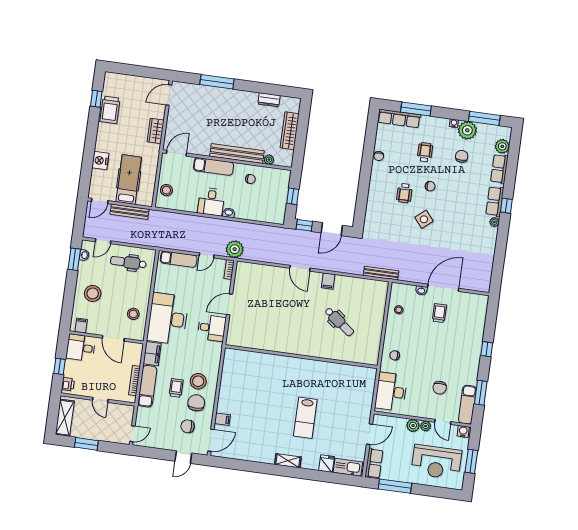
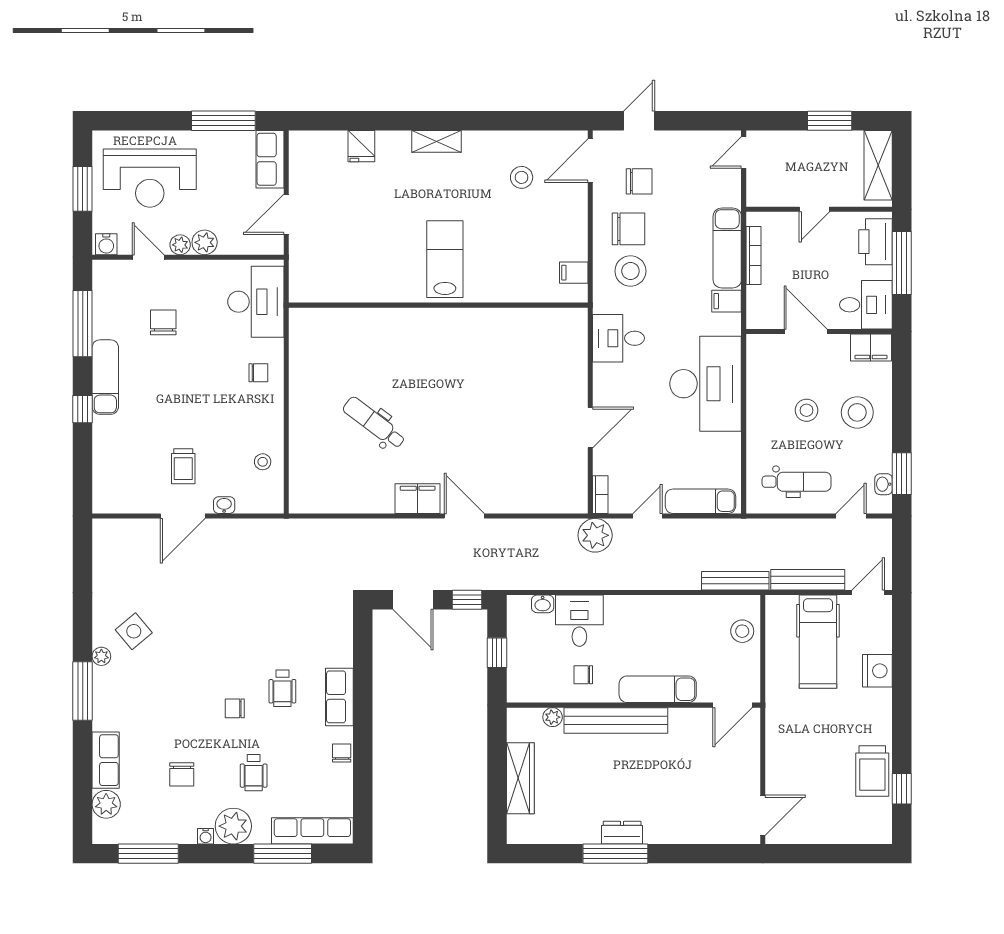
window: (217, 82) -> (615, 854), moved
dresser: (269, 100) -> (622, 833), moved
trolley: (110, 110) -> (872, 771), turned 180
plant: (467, 130) -> (233, 826), moved
wardrobe: (156, 131) -> (779, 743), removed
wheelchair: (404, 193) -> (282, 688), turned 180
row of seats: (495, 201) -> (339, 697), moved, turned 180
desk: (211, 202) -> (579, 621), moved
window: (506, 206) -> (83, 691), width x2.17
washbasin: (229, 213) -> (543, 604), moved
side table: (424, 219) -> (134, 631), moved
door: (332, 229) -> (413, 600), swing flipped
bench: (381, 273) -> (735, 581), moved
filing cabinet: (328, 281) -> (418, 499), width x2.00
door: (443, 288) -> (183, 516), width x0.73
stool: (133, 314) -> (807, 410), moved
filing cabinet: (81, 326) -> (871, 347), width x2.00
desk: (212, 328) -> (619, 338), moved
filing cabinet: (152, 354) -> (727, 301), width x0.50
wall: (301, 357) -> (438, 305), moved
window: (60, 366) -> (902, 263), width x2.17
printer: (68, 384) -> (876, 242), width x1.87, depth x1.48
trolley: (176, 388) -> (671, 252), removed
window: (481, 393) -> (83, 324), width x1.44
door: (100, 400) -> (814, 209), swing flipped
chair: (196, 403) -> (629, 229), turned -90
exam couch: (467, 405) -> (105, 377), moved
lab bench: (305, 418) -> (445, 259), moved
filing cabinet: (222, 419) -> (574, 273), moved
stool: (247, 436) -> (522, 177), added
reception desk: (436, 462) -> (150, 178), turned 180
kitchen sink: (348, 467) -> (319, 145), removed

